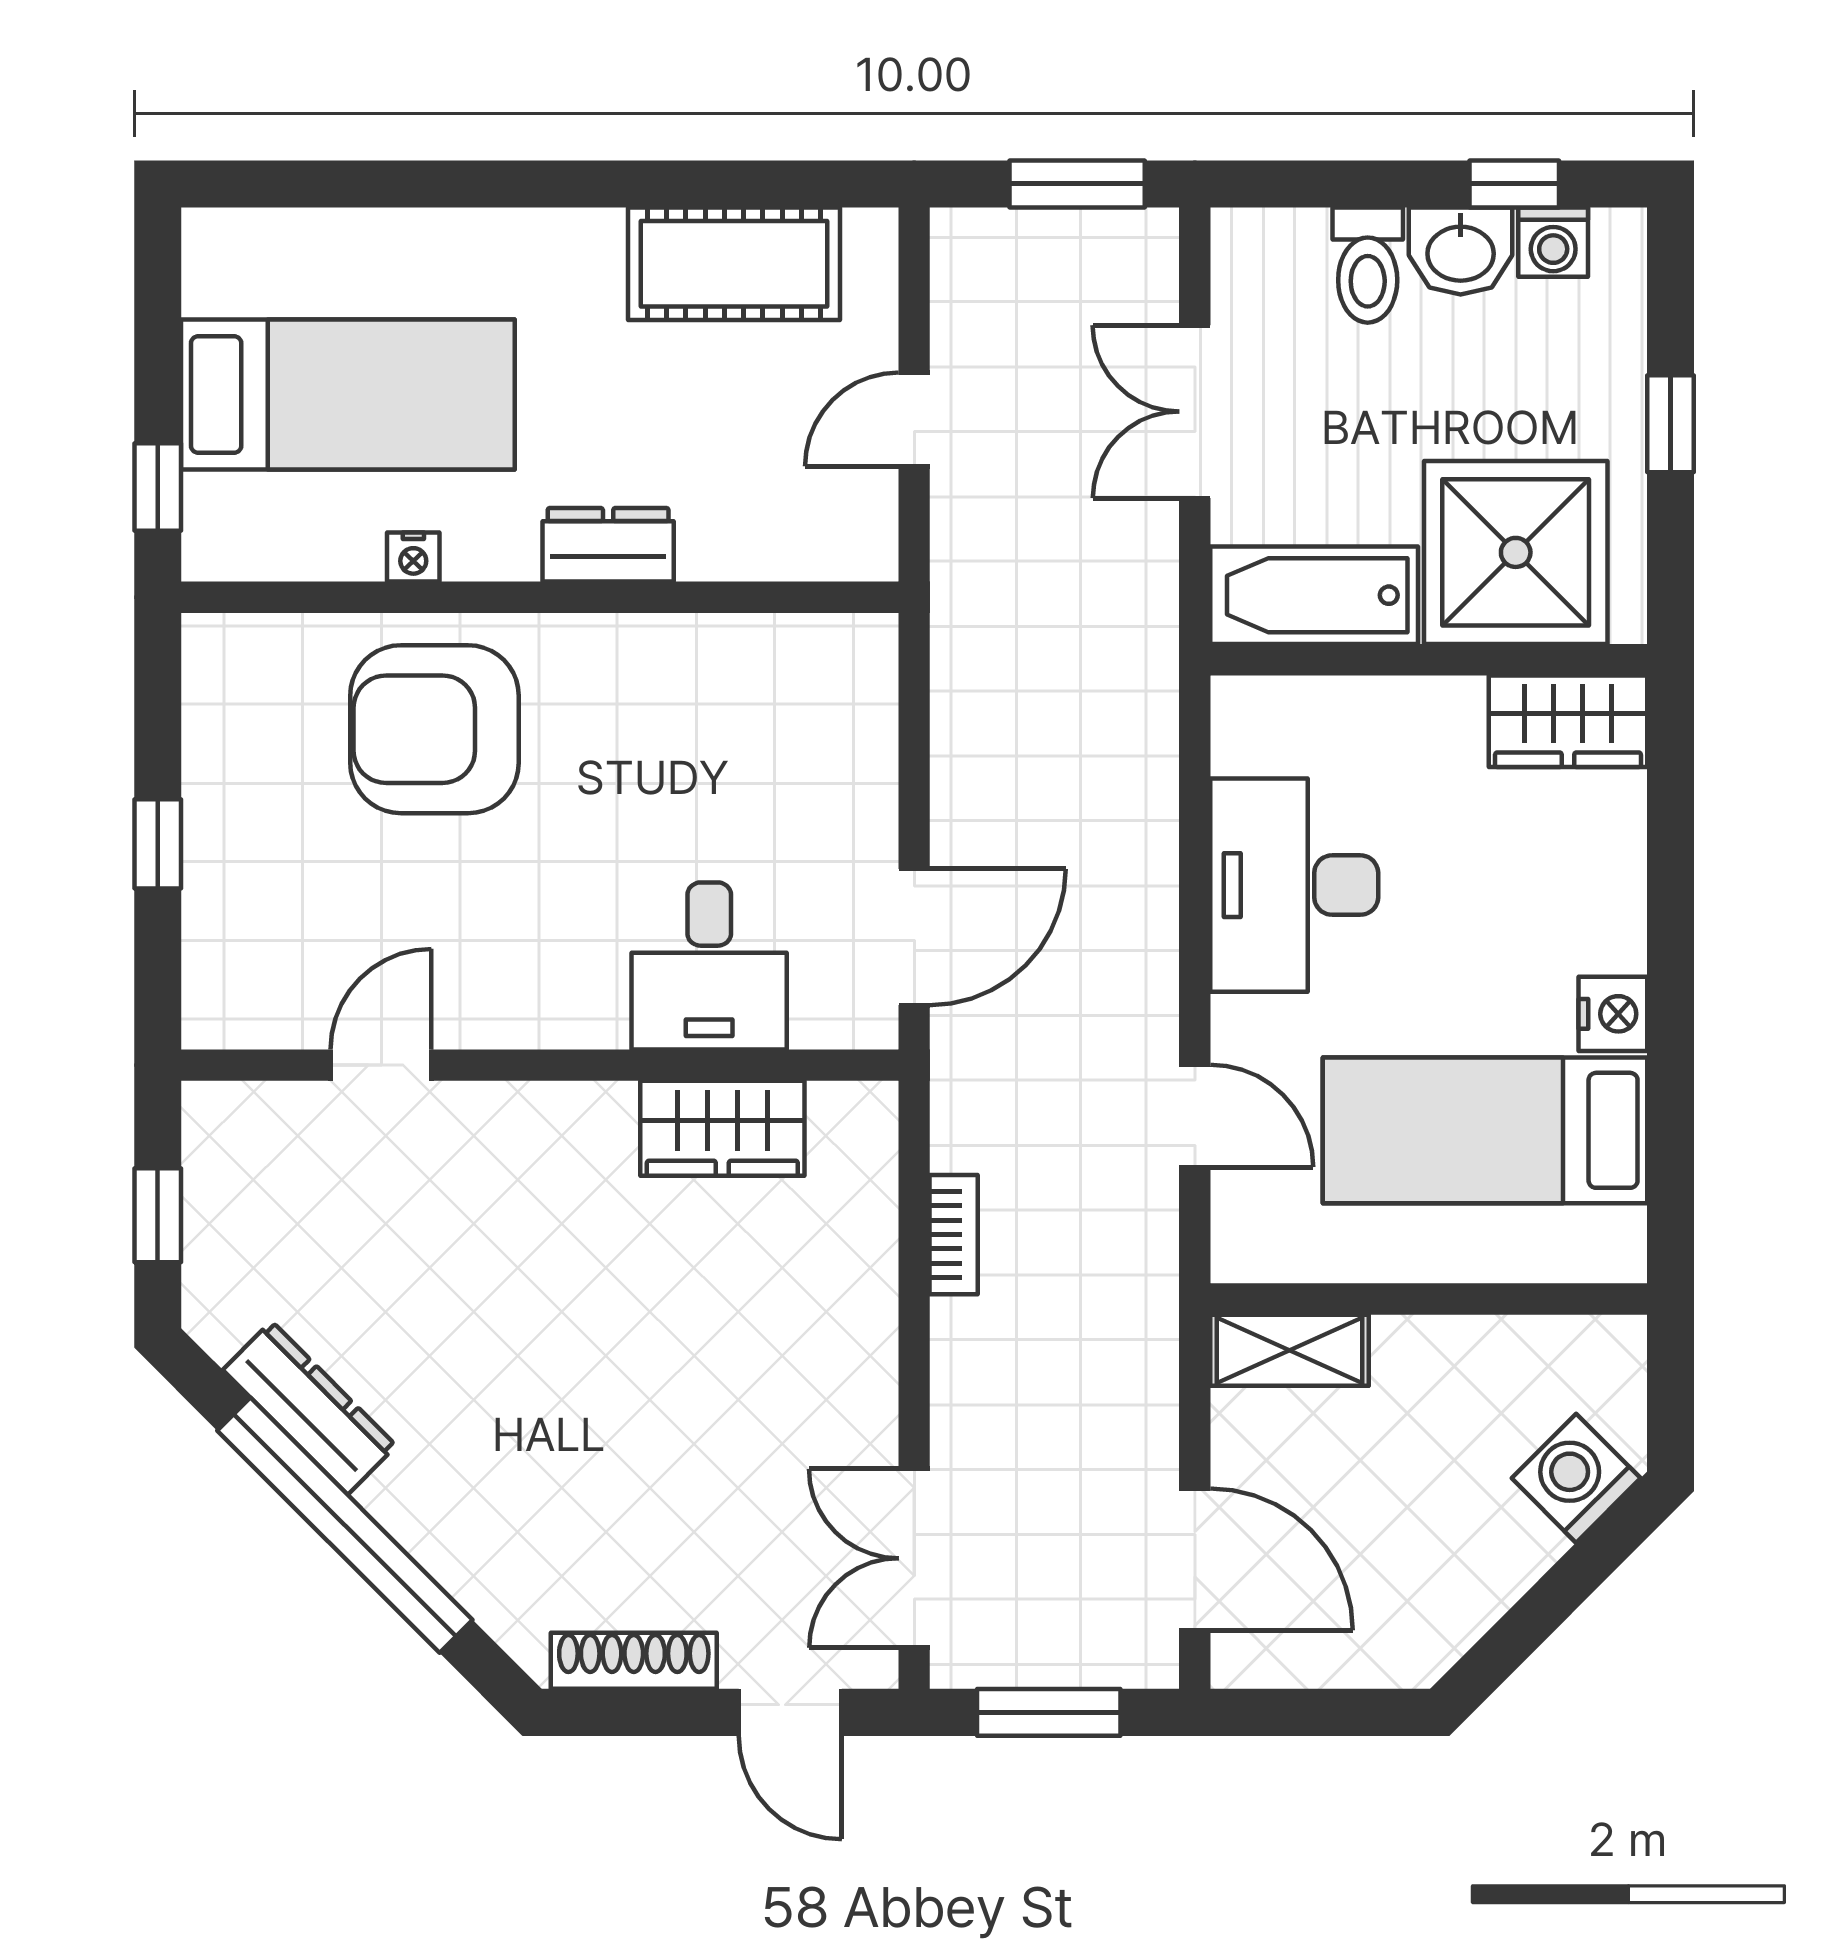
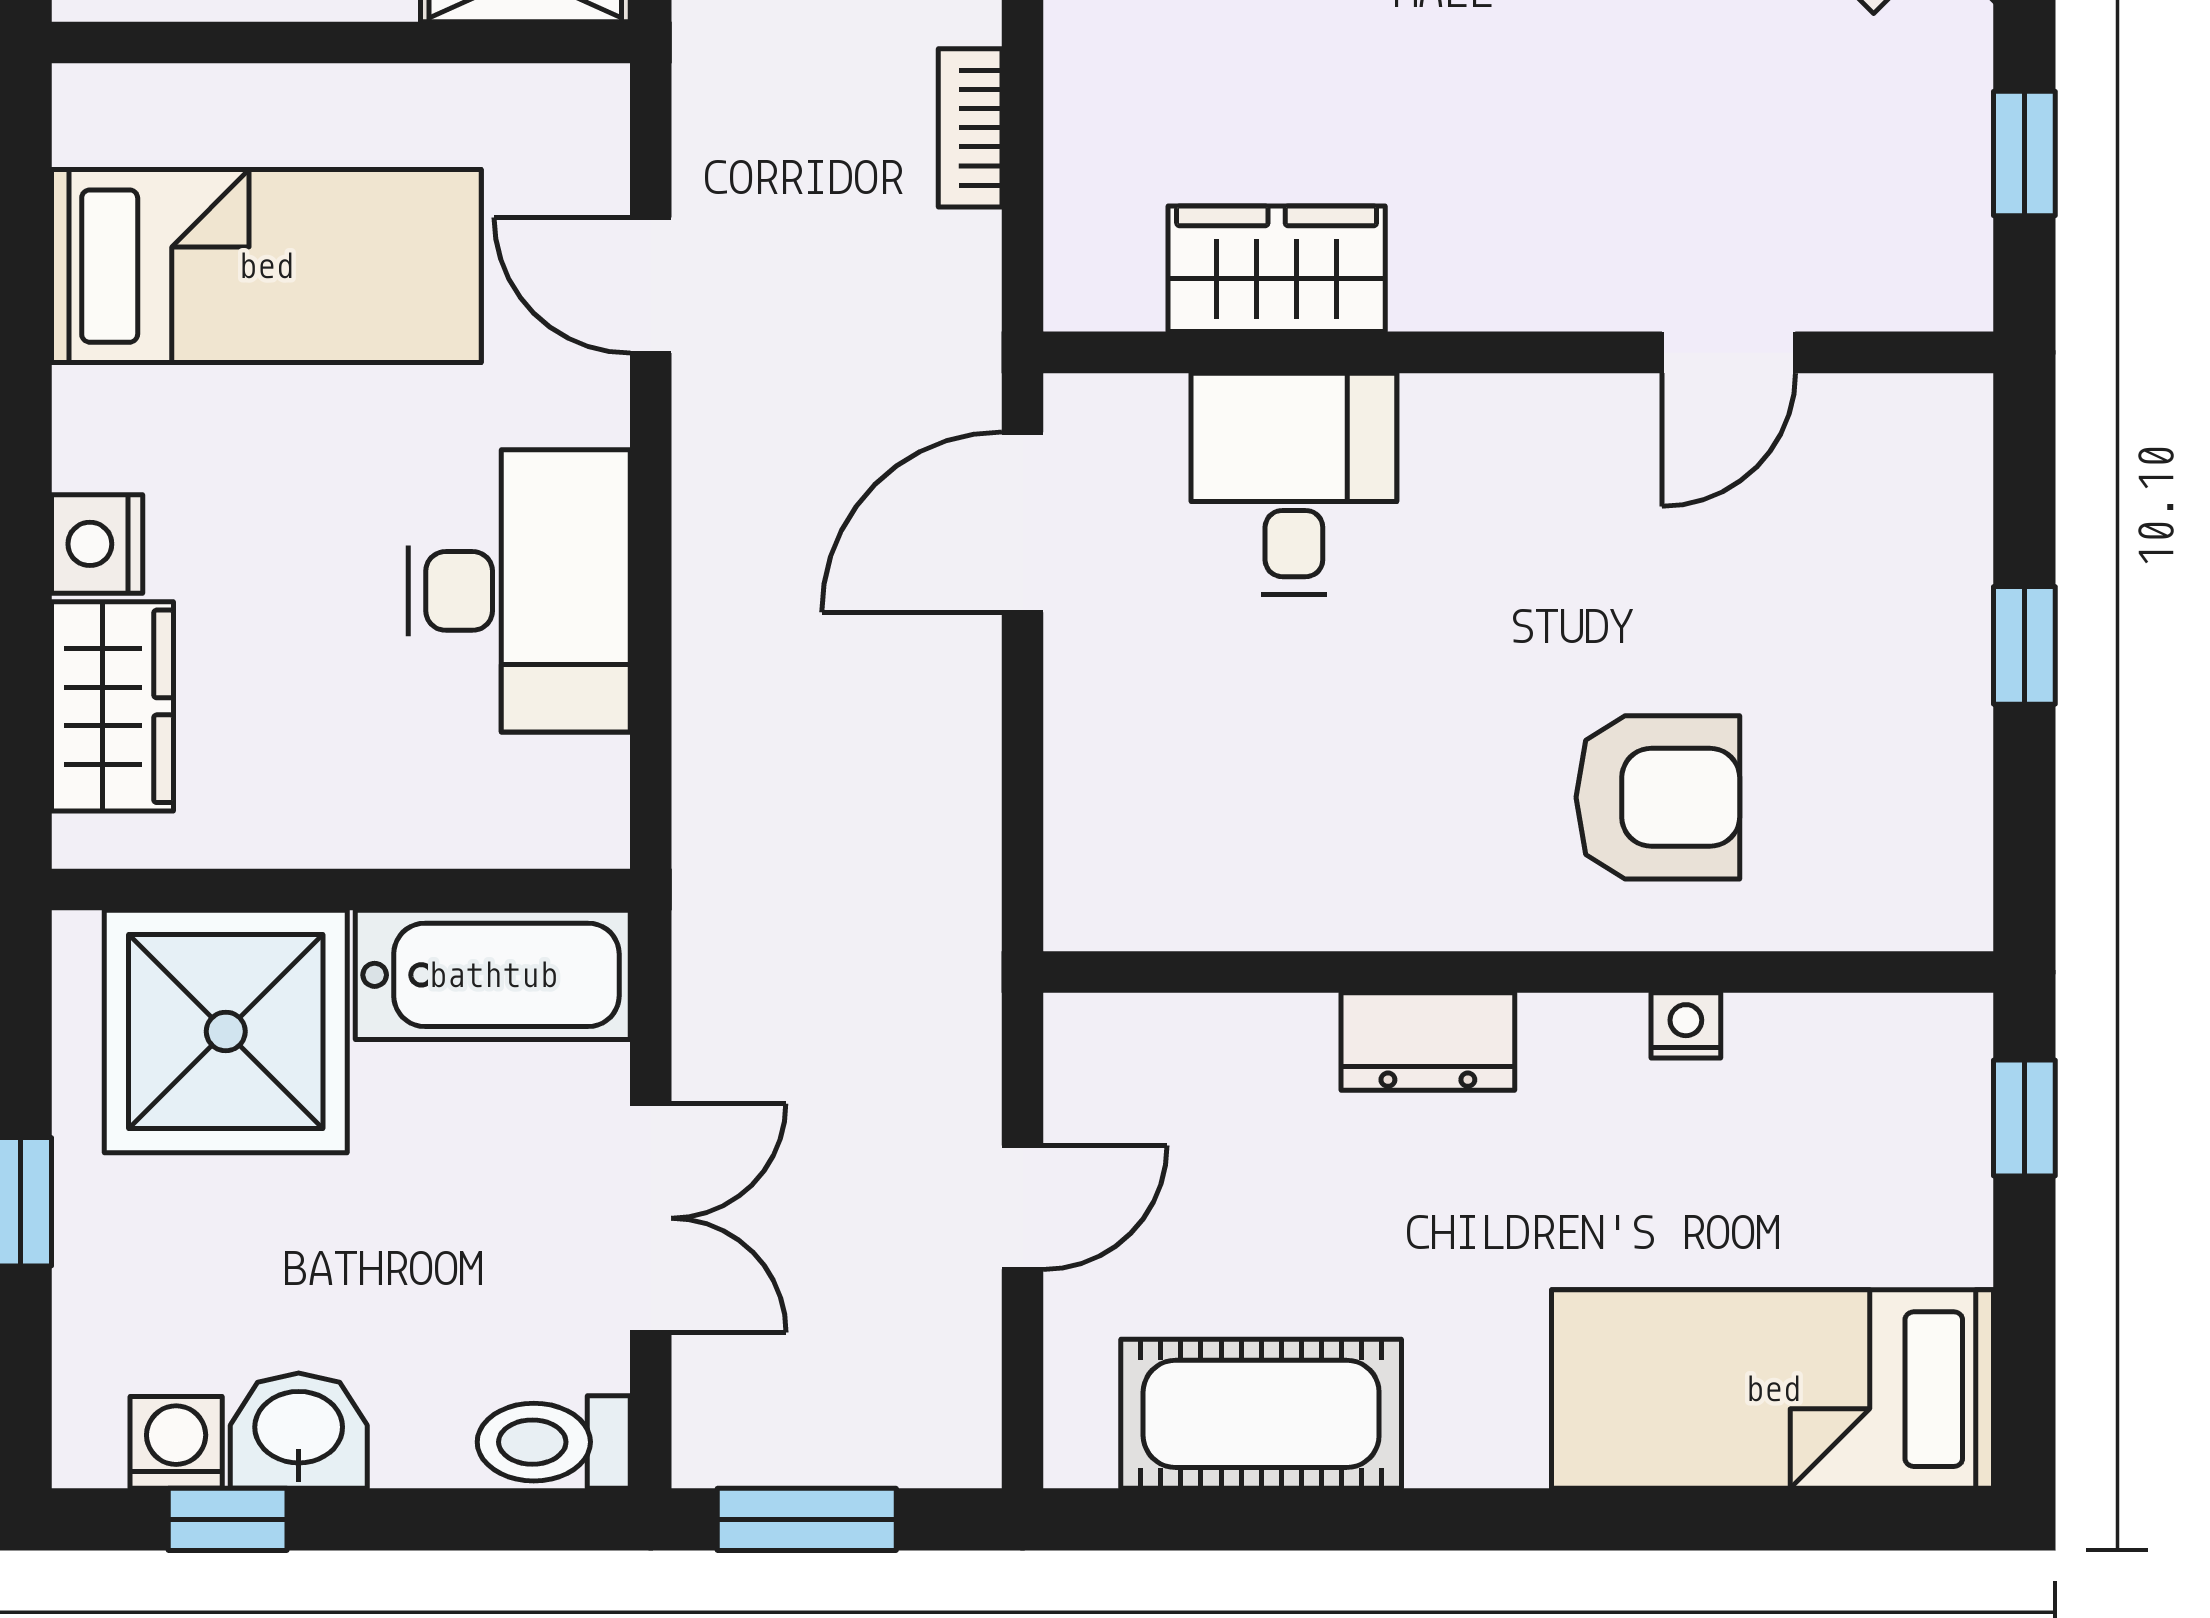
toilet: (1368, 265) -> (554, 1442), moved, turned -90
bed: (348, 395) -> (1773, 1389), moved
wardrobe: (1568, 721) -> (112, 706), moved, turned 90
armchair: (434, 729) -> (1658, 797), width x0.73, depth x0.73
nightstand: (1613, 1014) -> (97, 544), moved

